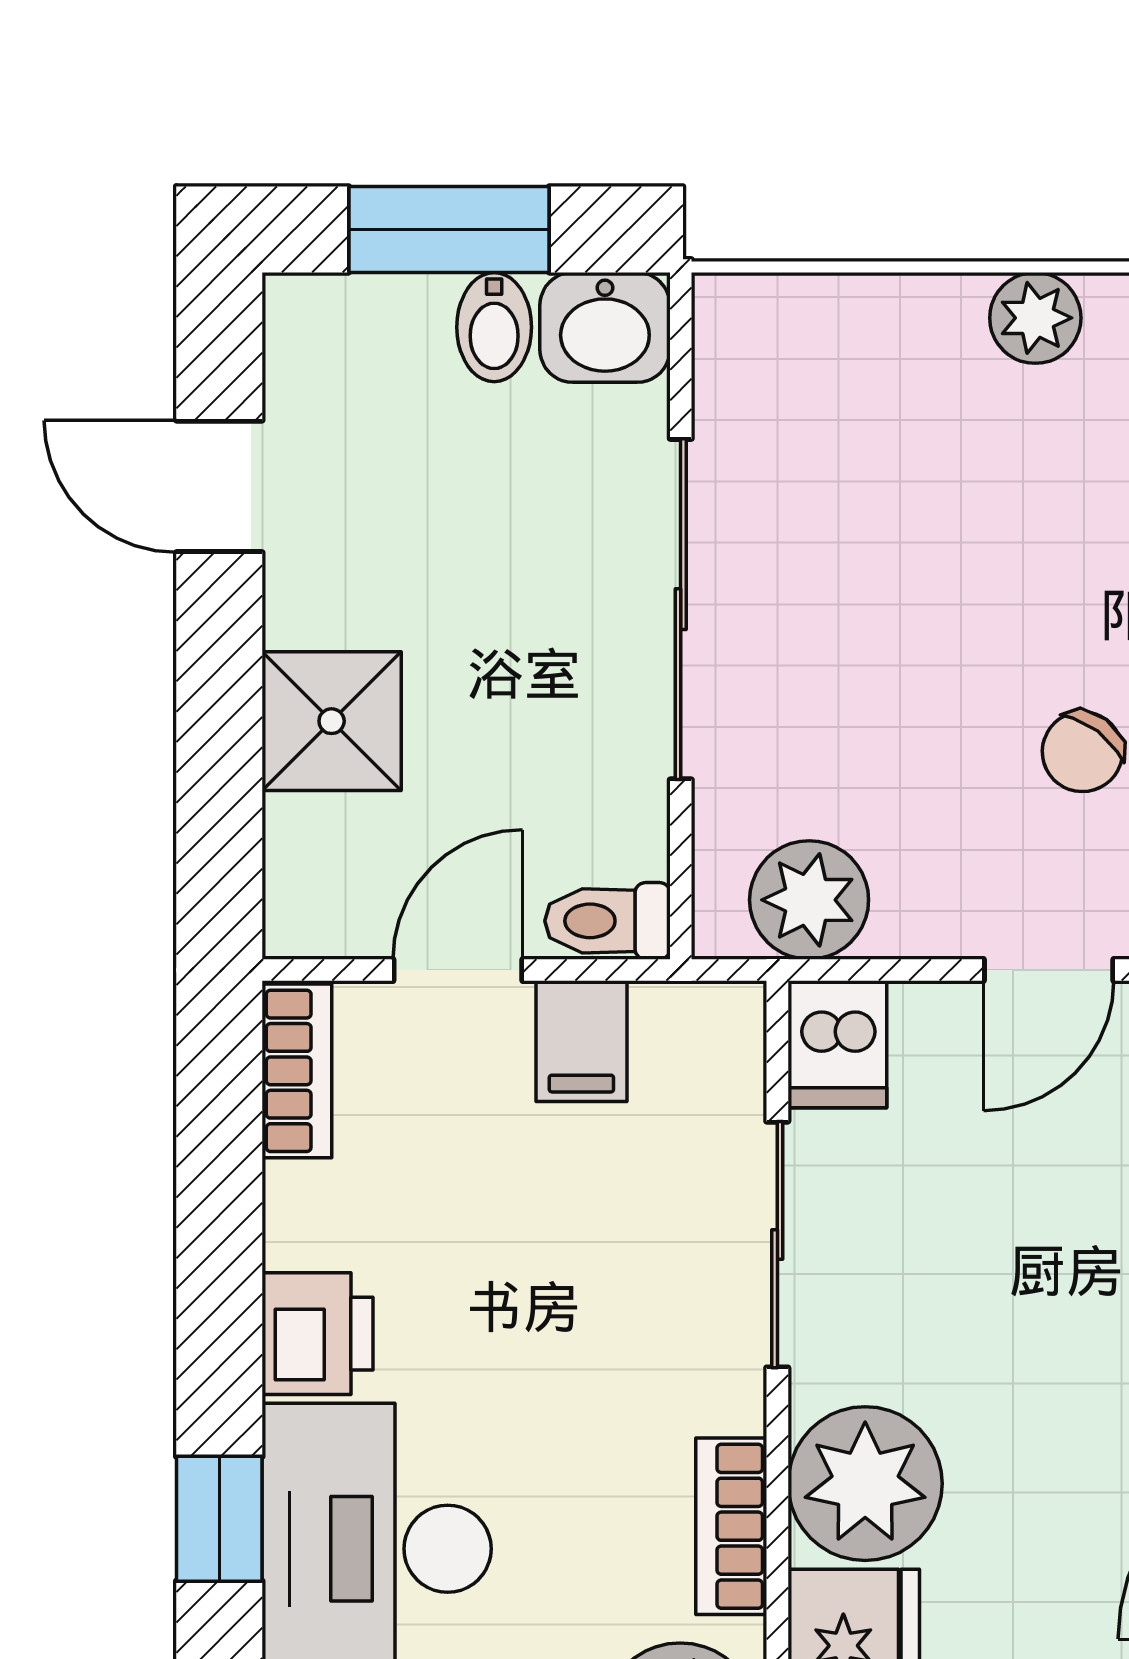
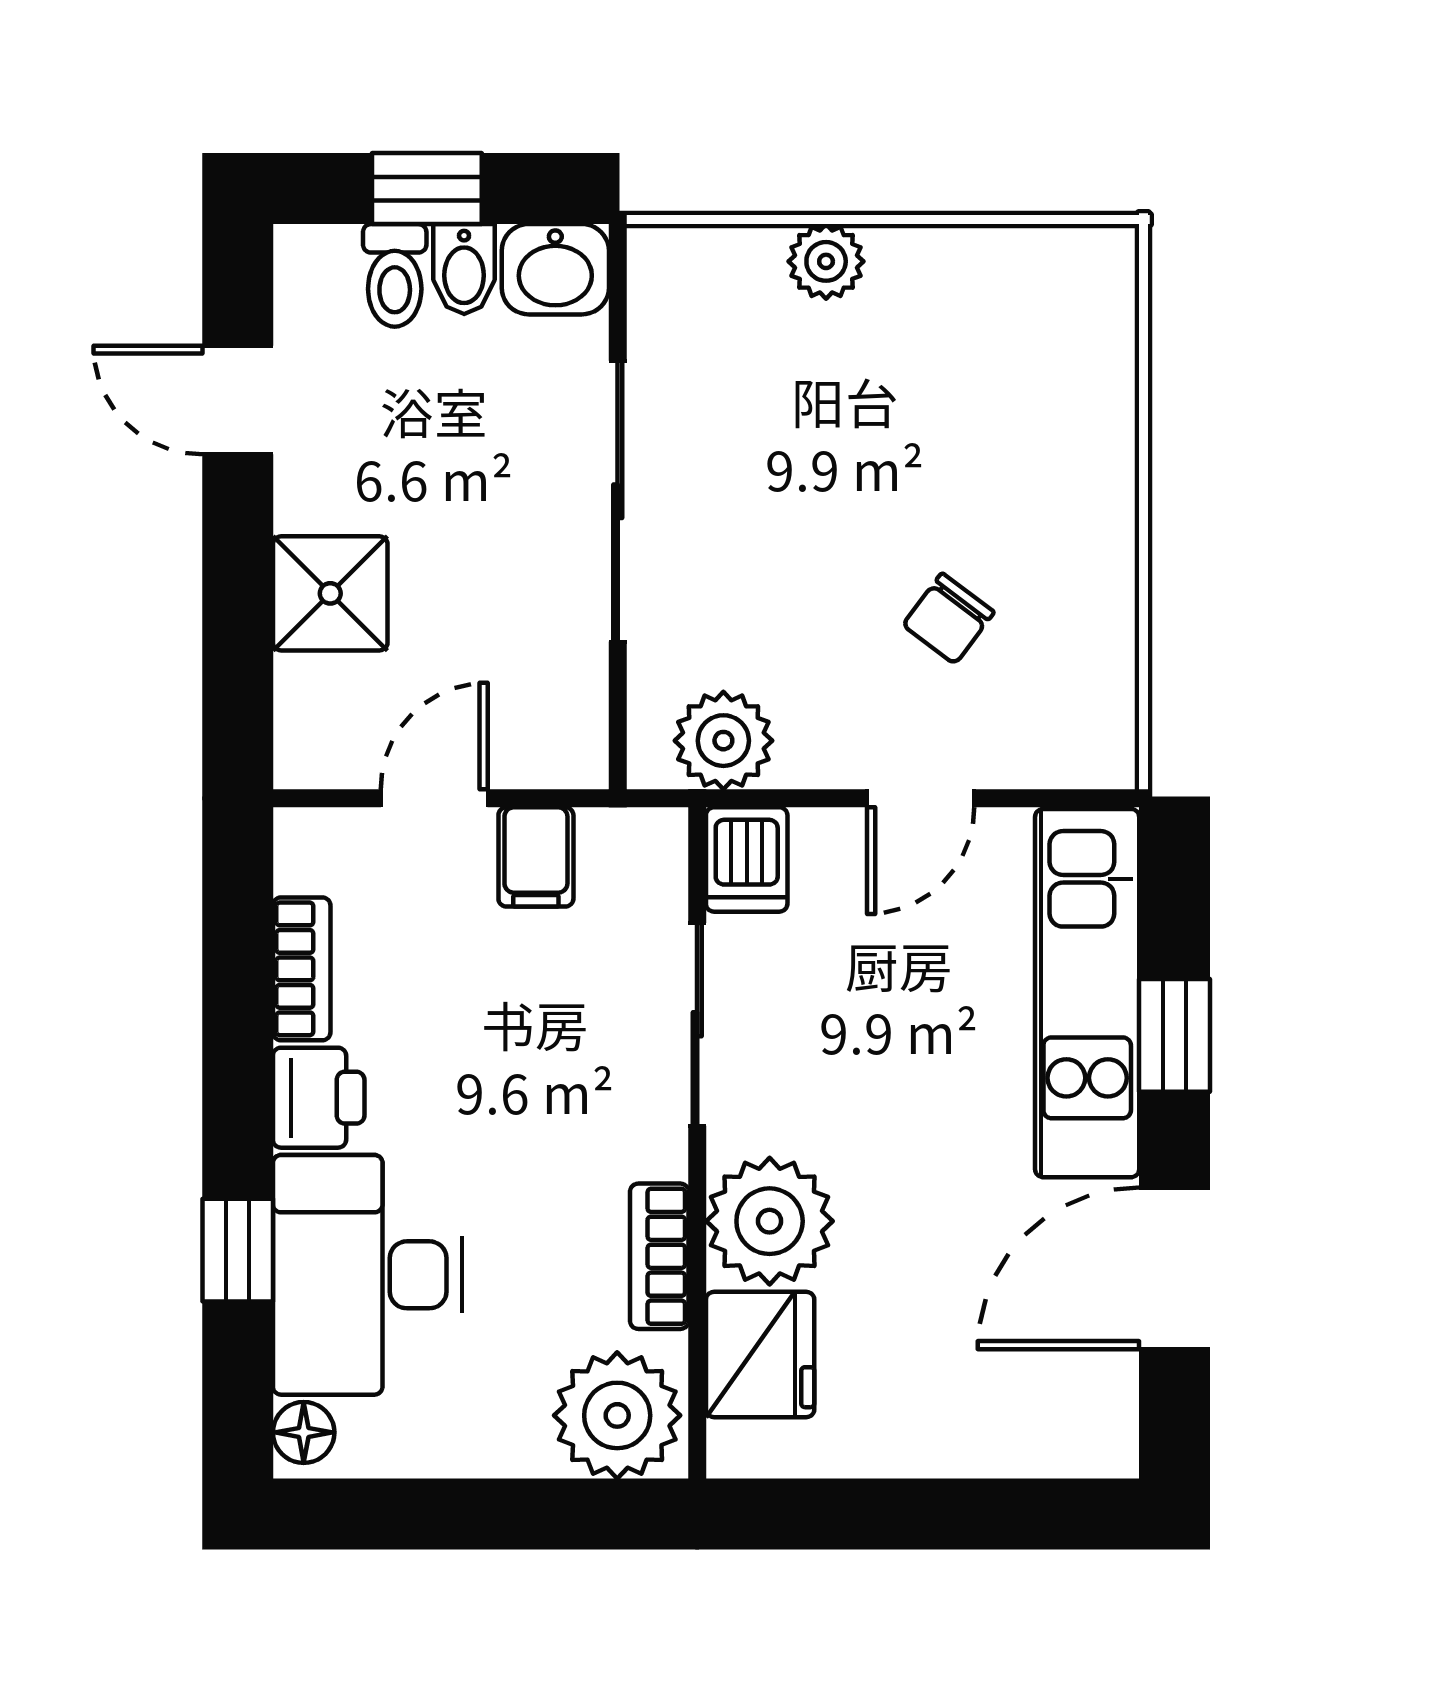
window: (449, 229) -> (427, 189), width x0.67
plant: (1035, 318) -> (826, 261), moved
toilet: (607, 921) -> (395, 275), moved, turned -90
bookcase: (297, 1071) -> (302, 969), moved

